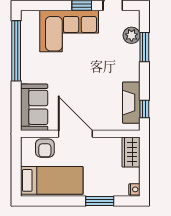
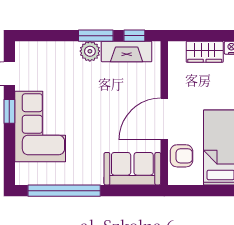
plant: (132, 35) -> (90, 51), moved
window: (144, 47) -> (96, 36), moved
wardrobe: (131, 152) -> (205, 52), moved

